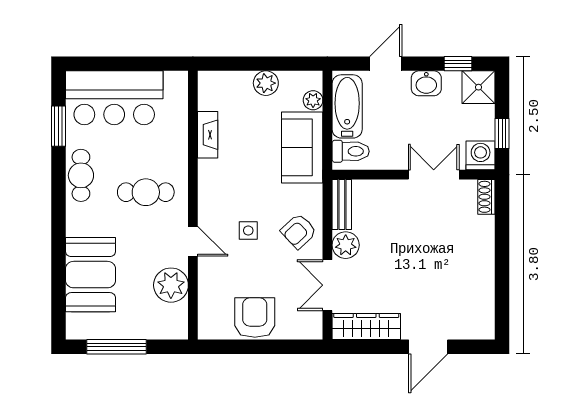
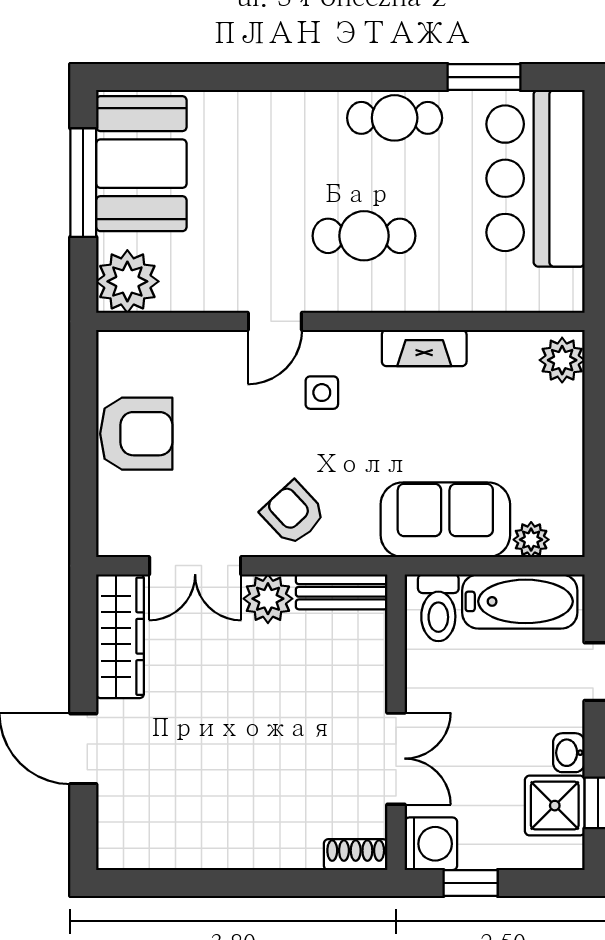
plant: (266, 83) -> (562, 360), moved
washbasin: (426, 83) -> (569, 753), width x0.72, depth x0.69
shower: (479, 87) -> (555, 806), moved
fireplace: (208, 135) -> (424, 348), moved
cafe table: (146, 192) -> (364, 236), turned 90
side table: (248, 231) -> (322, 393), moved
booth: (91, 275) -> (141, 164), moved, turned 90
plant: (171, 285) -> (127, 281), moved
double door: (327, 285) -> (195, 566), swing flipped

